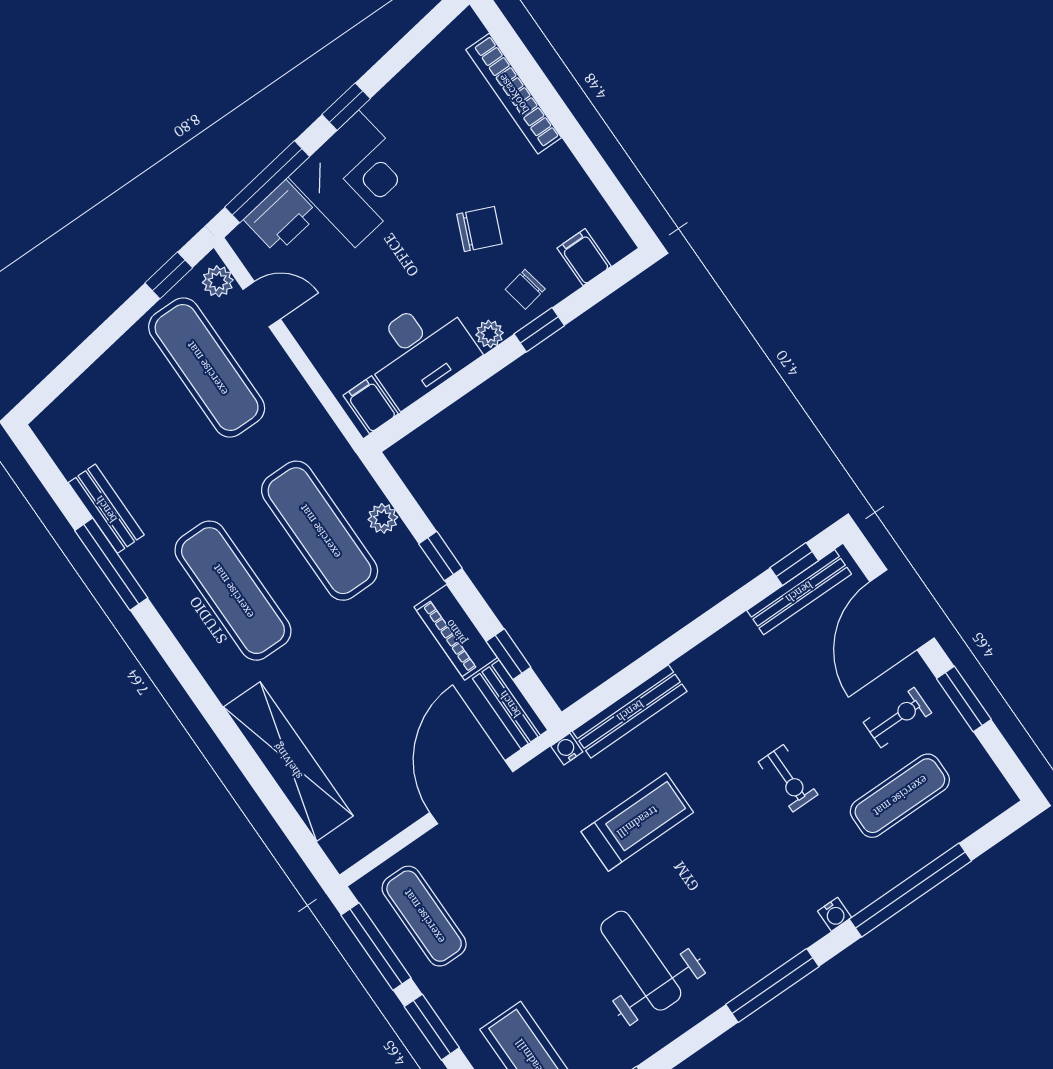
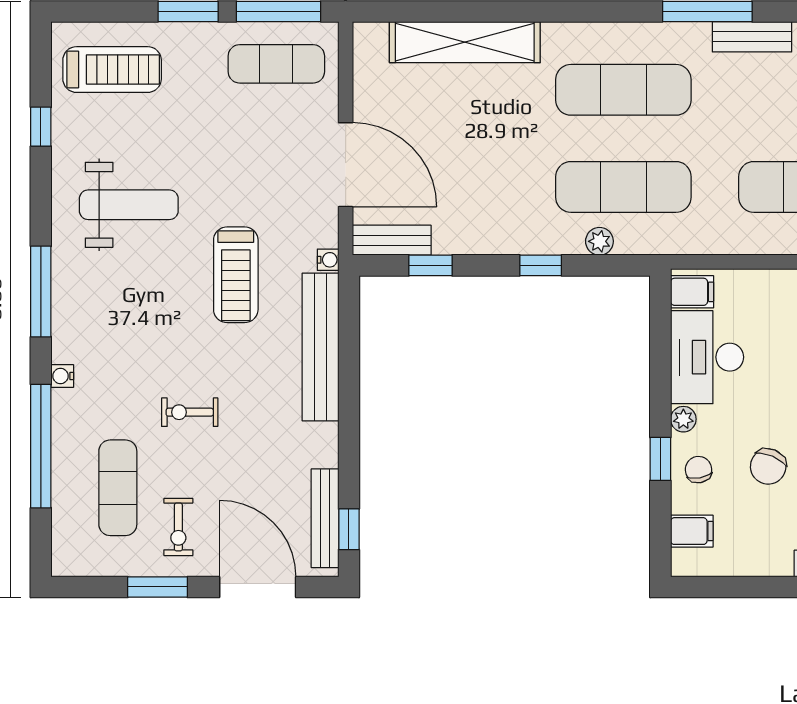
piano: (456, 632) -> (475, 237), removed
bench: (630, 711) -> (320, 347), width x1.37, depth x1.21

